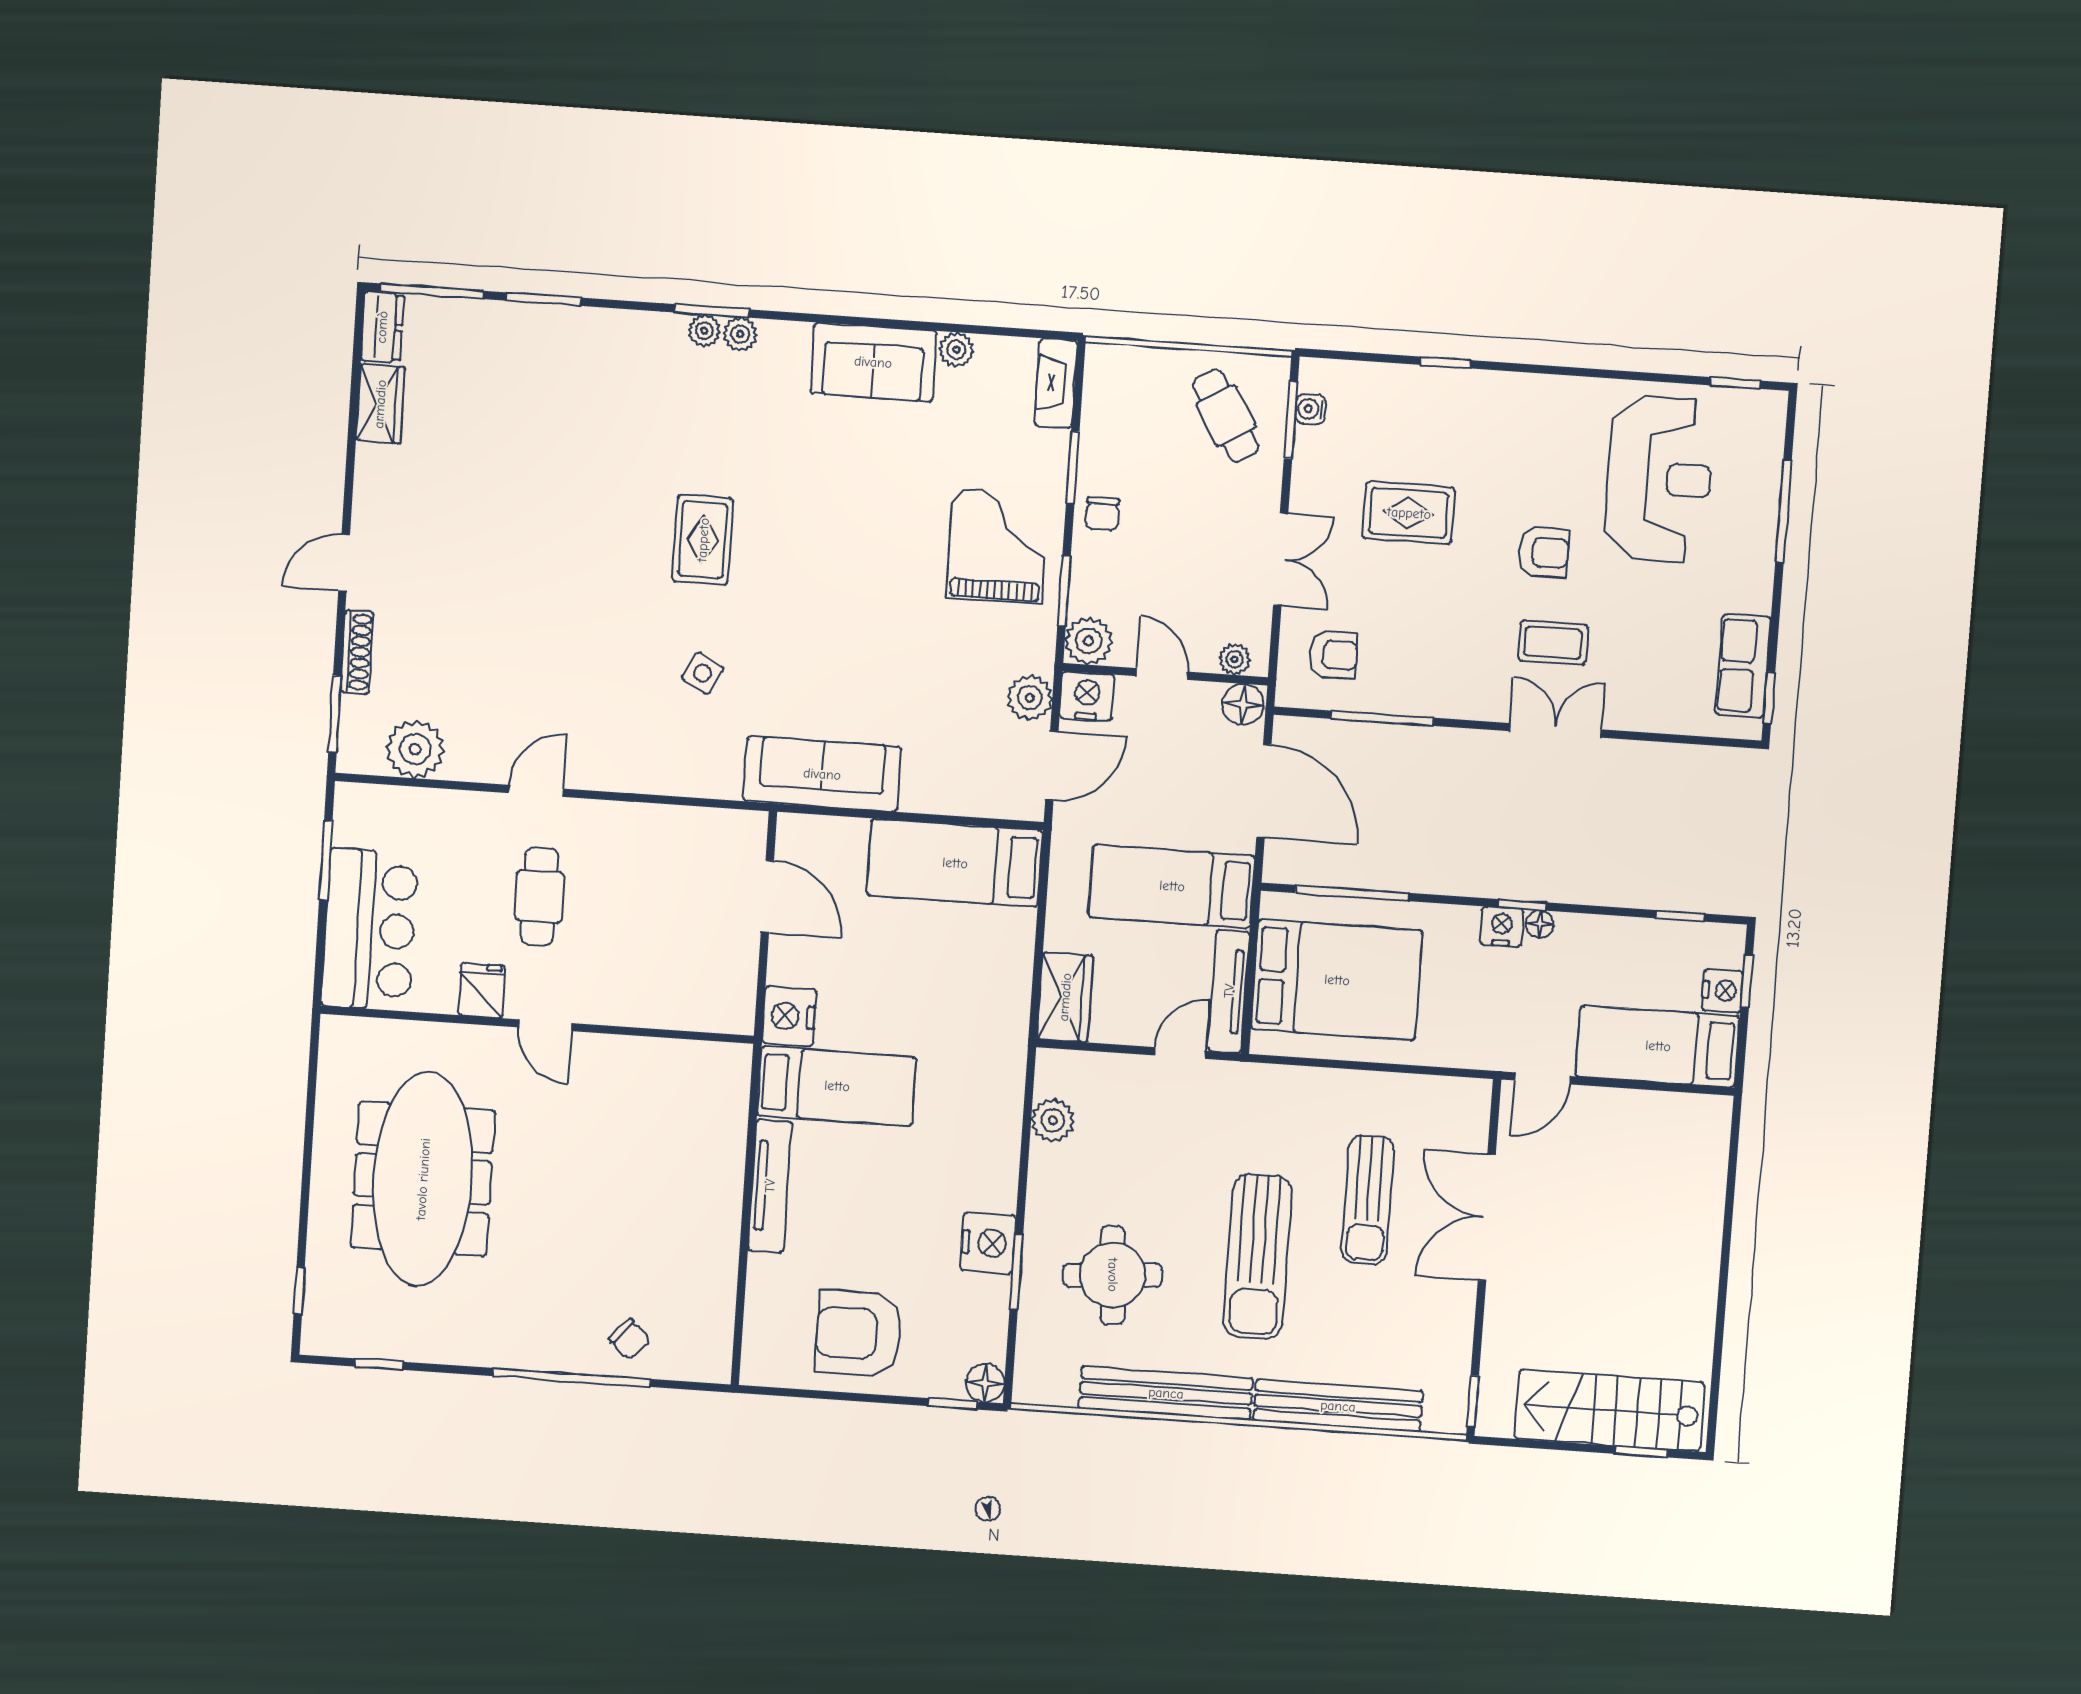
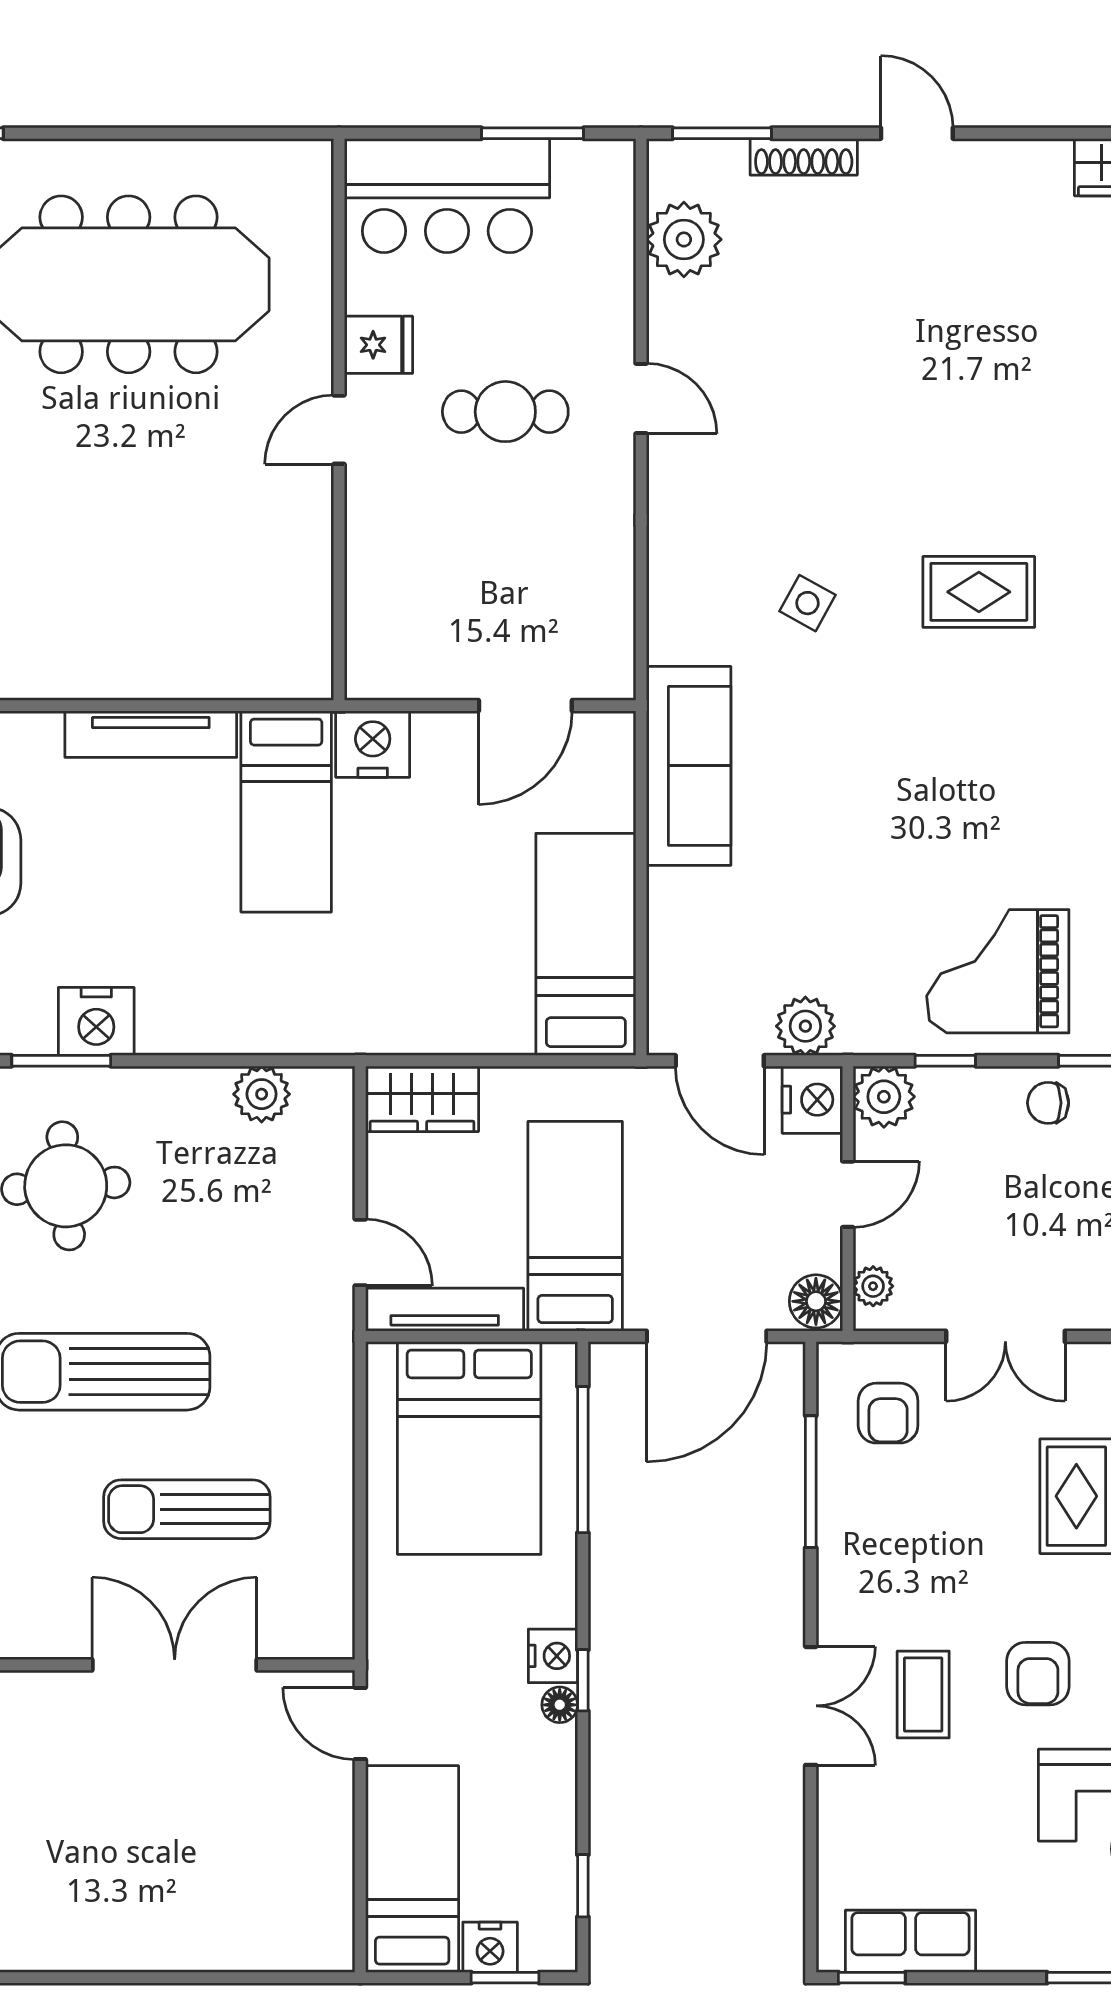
grand piano: (998, 546) -> (998, 971), turned 180
window: (1064, 591) -> (945, 1061), width x0.67

